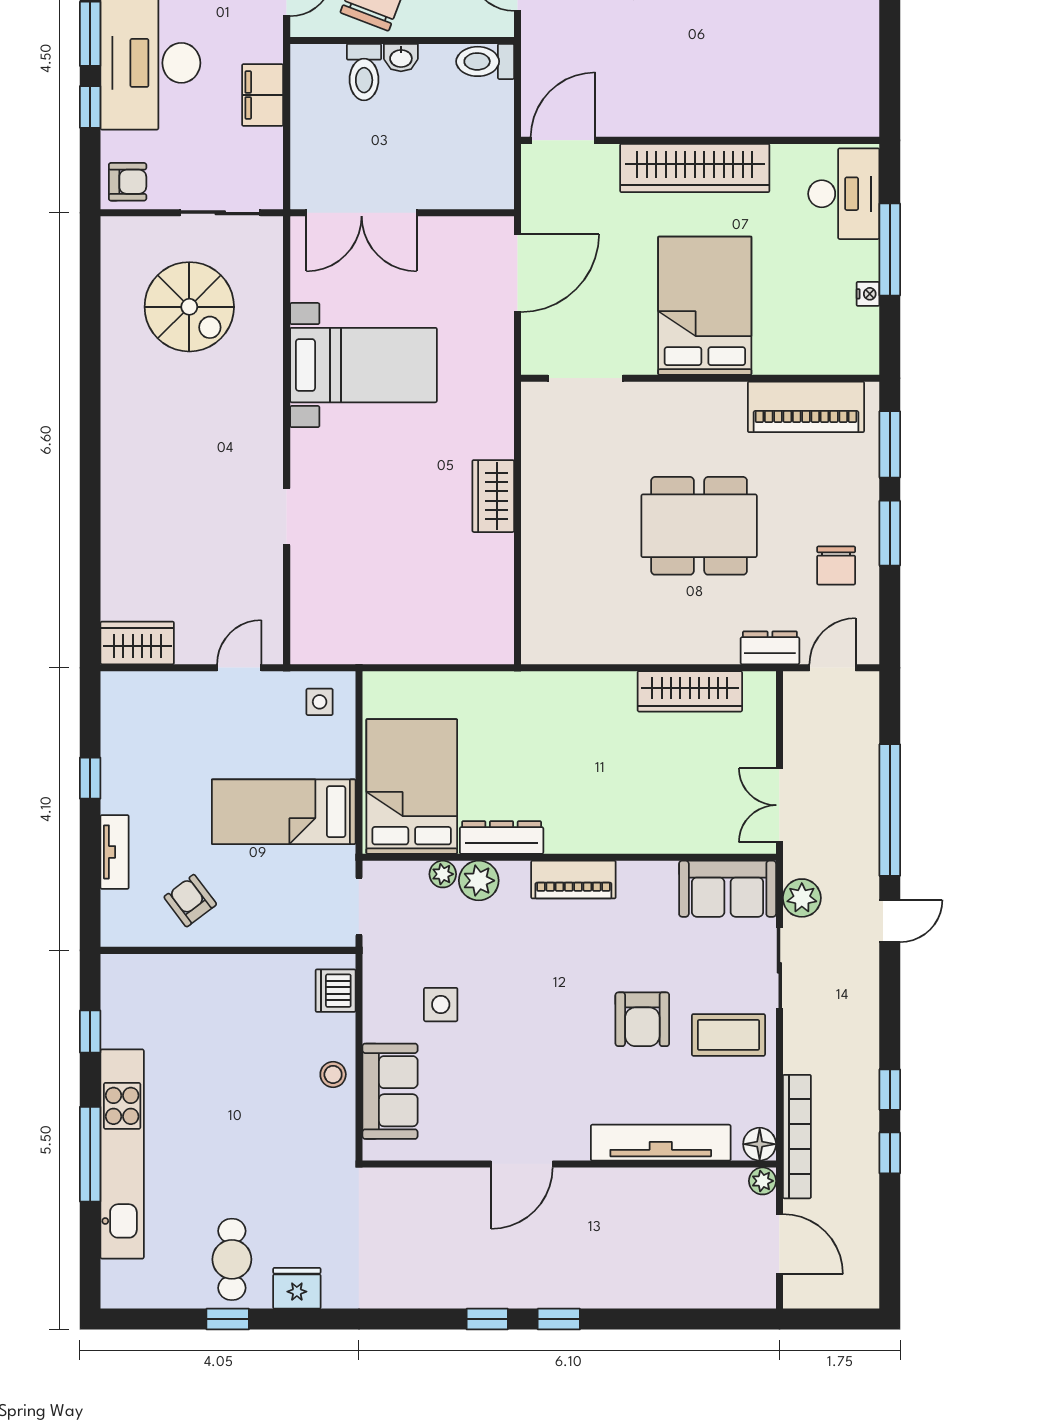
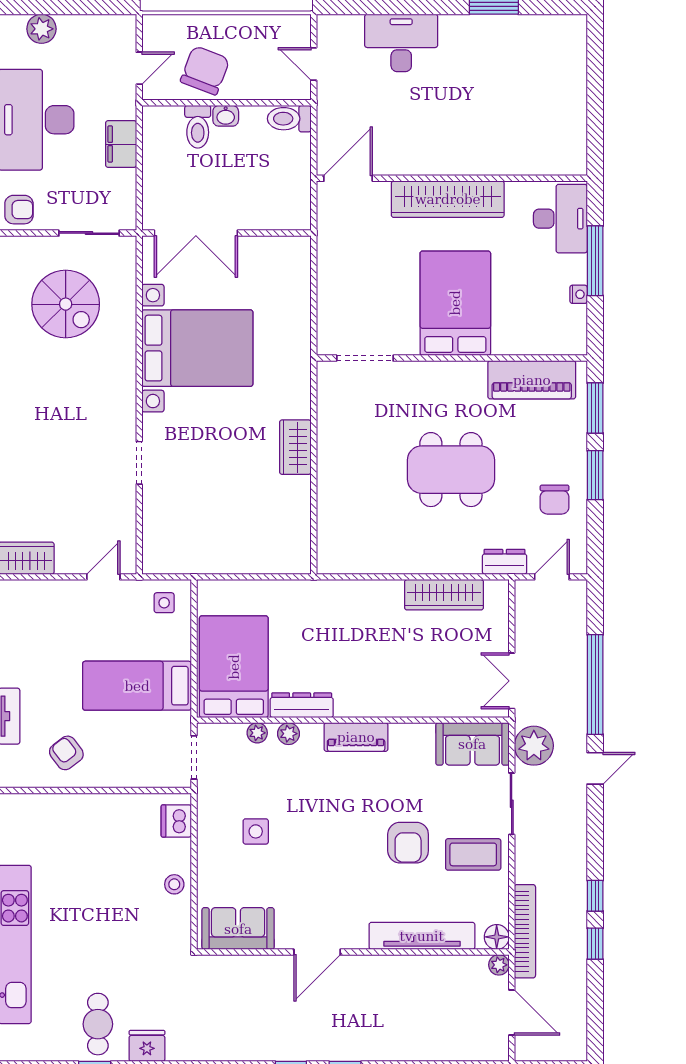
door: (518, 273) -> (314, 279), removed
bed with nightstands: (363, 365) -> (197, 348), width x1.36
plant: (479, 881) -> (289, 734), width x0.73, depth x0.73
plant: (802, 898) -> (534, 746), width x1.36, depth x1.36
sofa: (390, 1091) -> (238, 929), moved, turned -90

